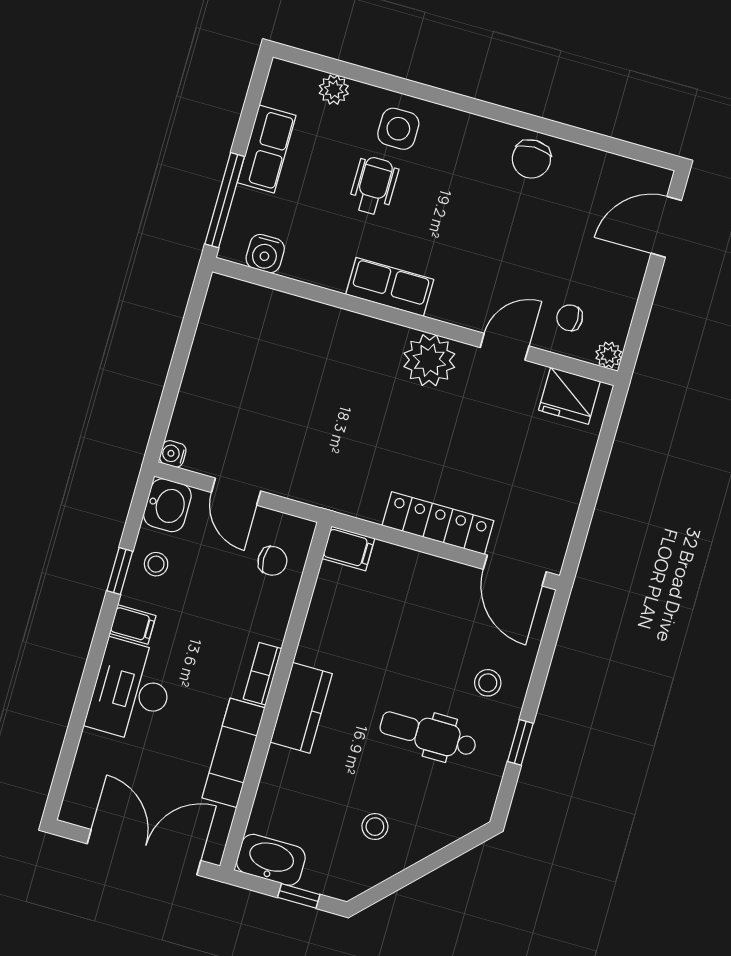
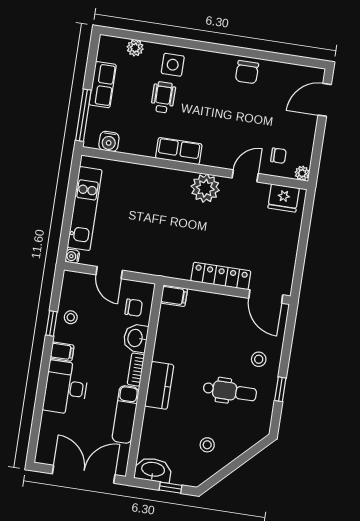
chair: (570, 318) -> (278, 156), turned 180
kitchen unit: (206, 370) -> (85, 209), added
washbasin: (167, 505) -> (136, 338), moved, turned 180
dental chair: (428, 734) -> (230, 391), turned 180

